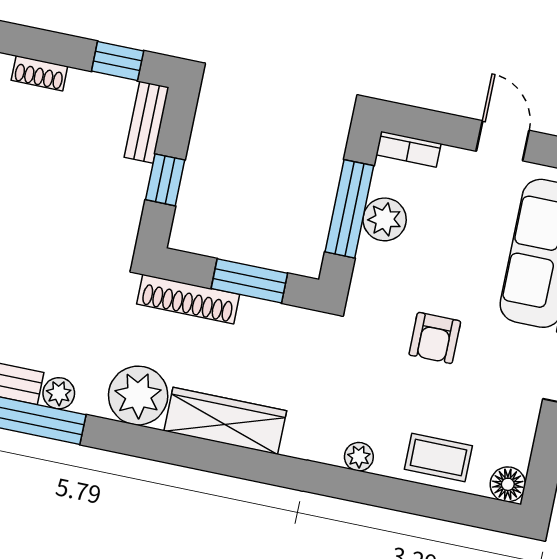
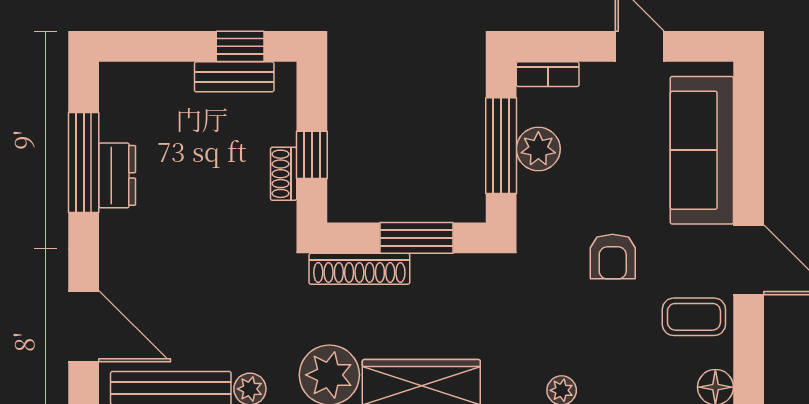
shoe rack: (39, 73) -> (284, 174), moved, turned 90
bench: (147, 122) -> (234, 77), moved, turned 90
coffee table: (438, 458) -> (694, 317), moved

